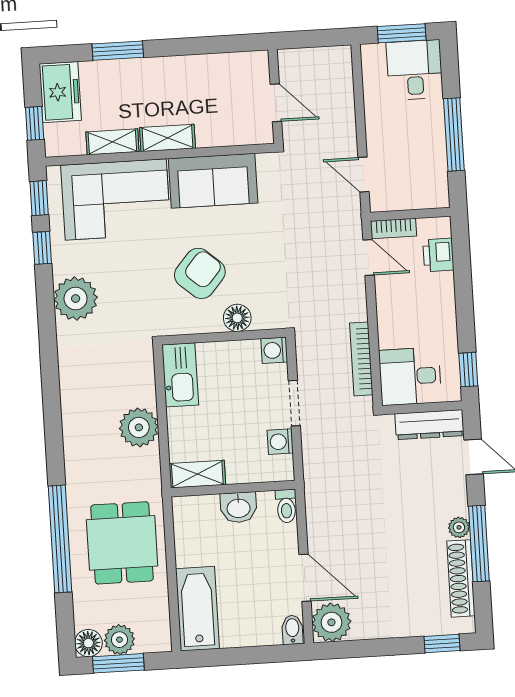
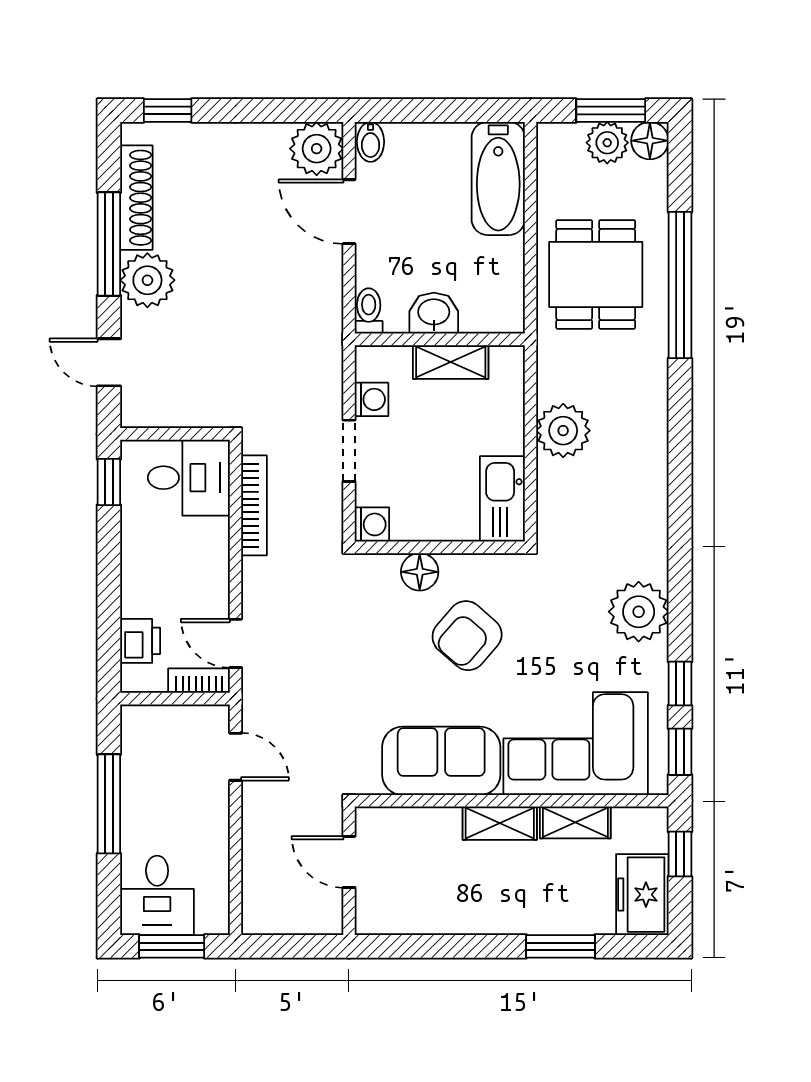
dresser: (429, 425) -> (166, 410), removed
shelving: (197, 474) -> (451, 362), moved
plant: (459, 527) -> (147, 280), width x1.88, depth x1.88

